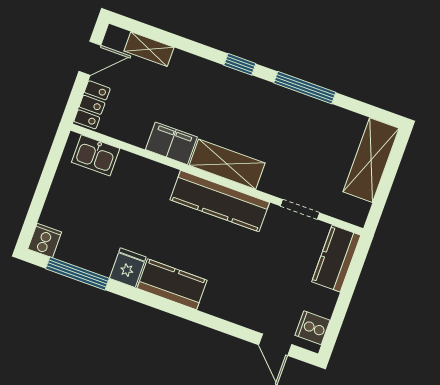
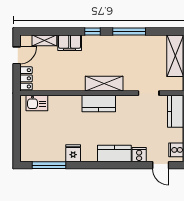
filing cabinet: (171, 143) -> (70, 43), moved, turned 180
kitchen counter: (220, 201) -> (99, 103), width x0.67
cooker: (45, 241) -> (139, 155), moved
kitchen counter: (172, 284) -> (114, 154), moved

